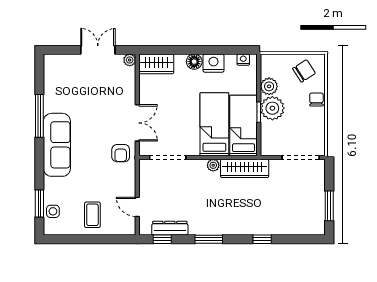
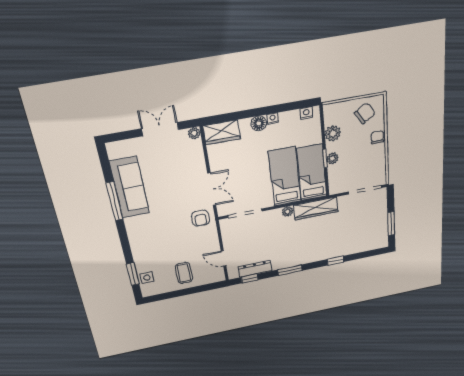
nightstand: (214, 63) -> (273, 118), width x0.53, depth x0.56
plant: (272, 108) -> (332, 158), width x0.53, depth x0.53
sofa: (57, 145) -> (130, 188), moved

